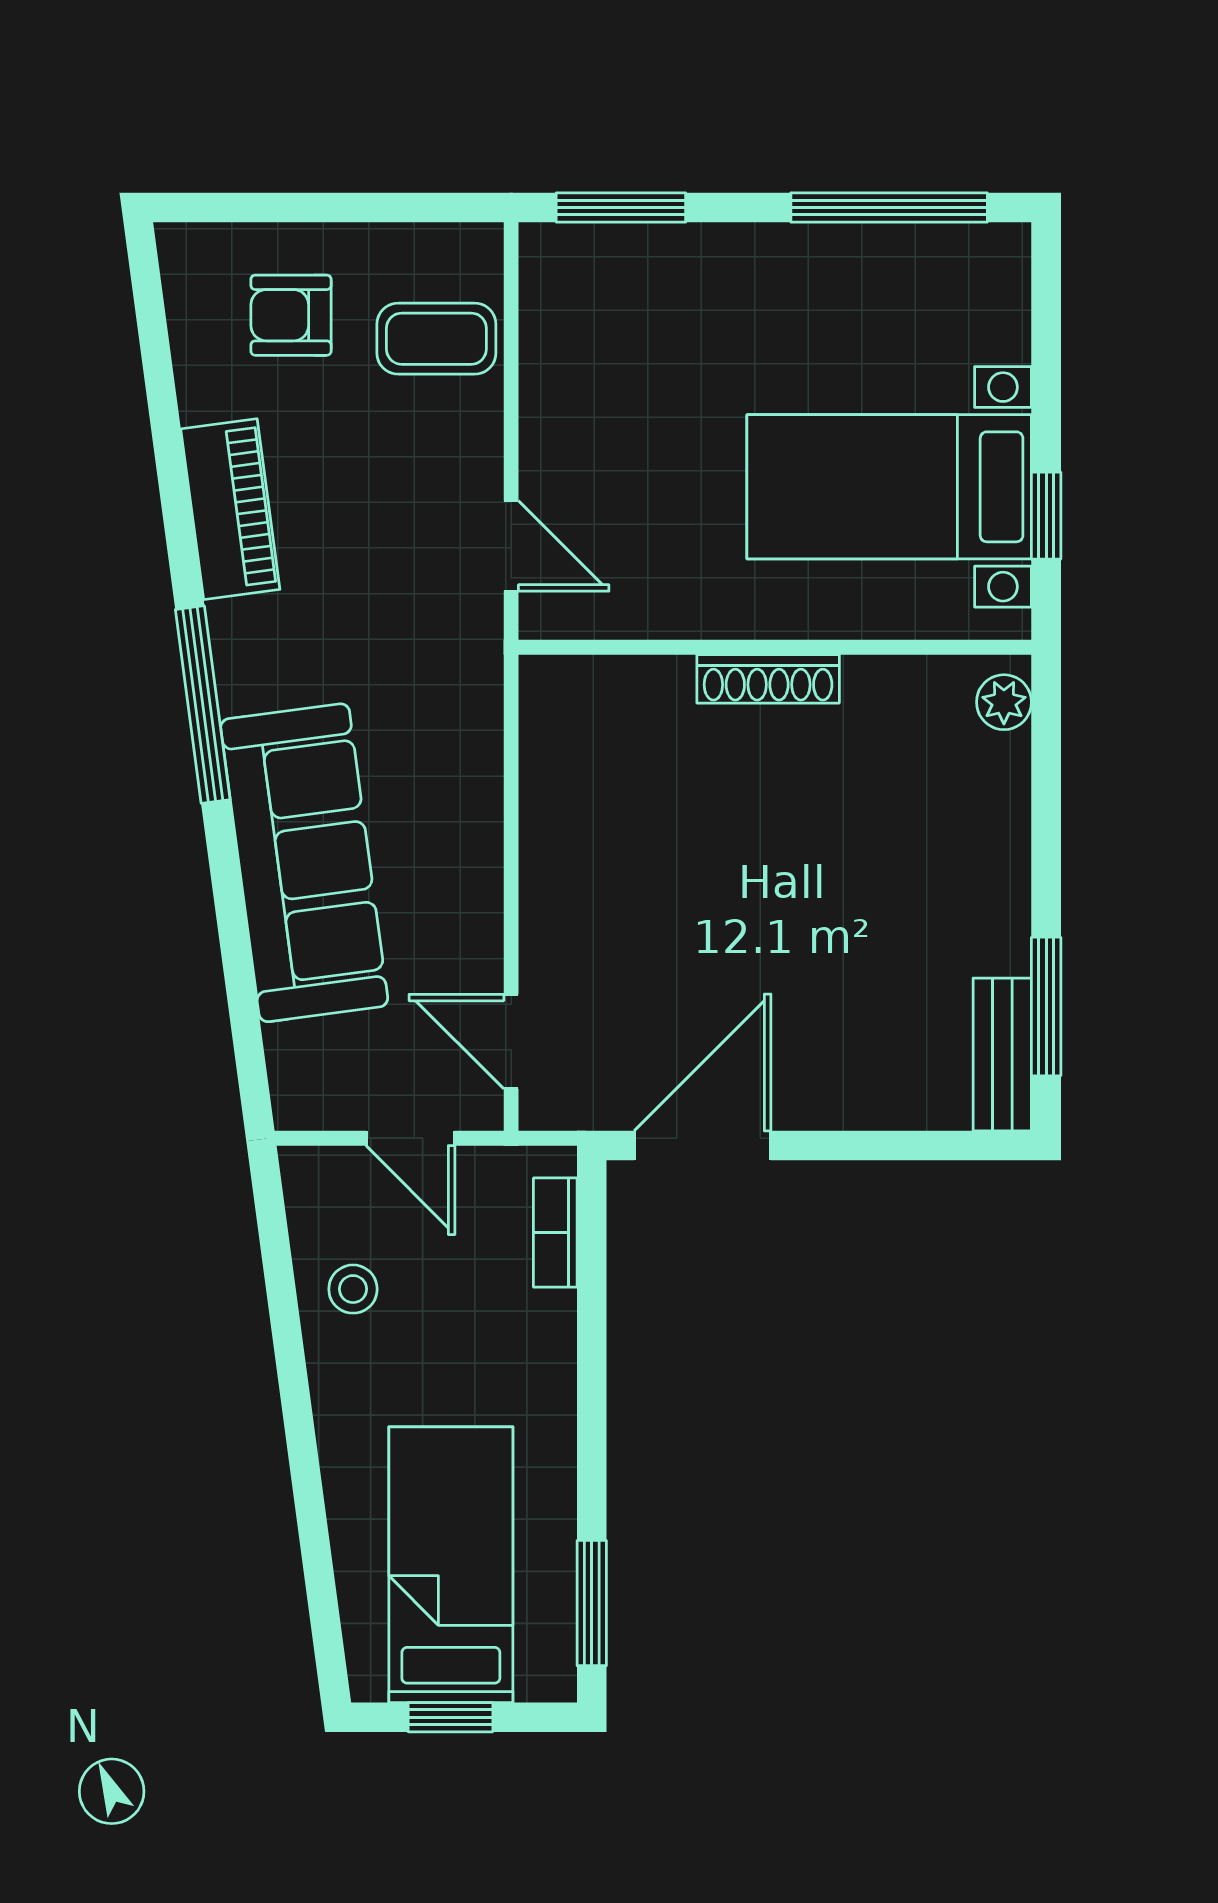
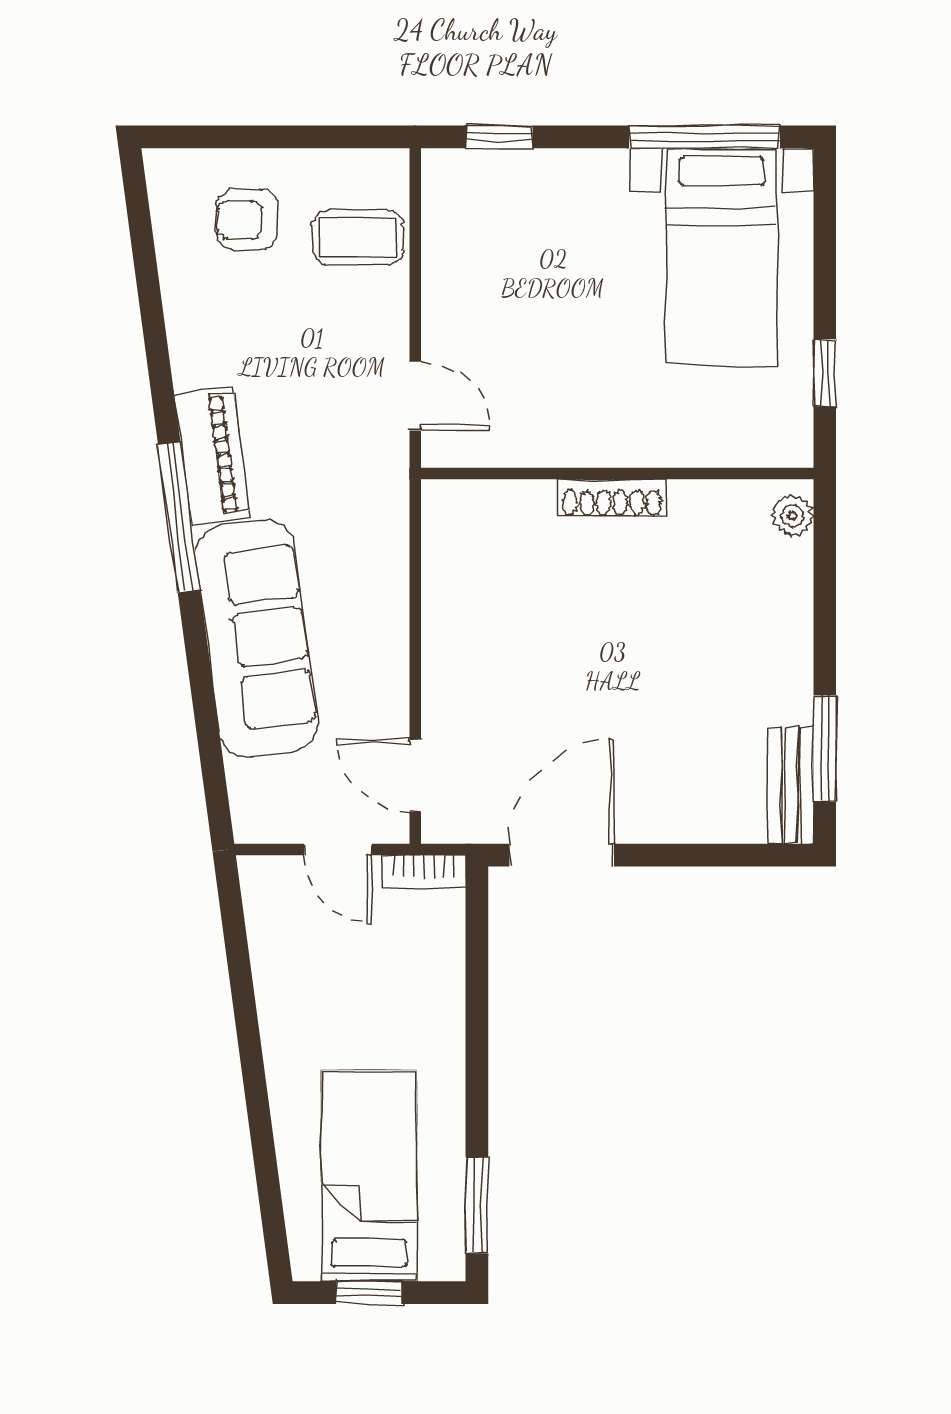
window: (621, 208) -> (499, 137), width x0.67
bed with nightstands: (889, 487) -> (722, 257), moved, turned -90
piano: (230, 509) -> (212, 455), moved
bookcase: (555, 1233) -> (424, 872), moved, turned -90
stool: (353, 1289) -> (294, 965), removed

